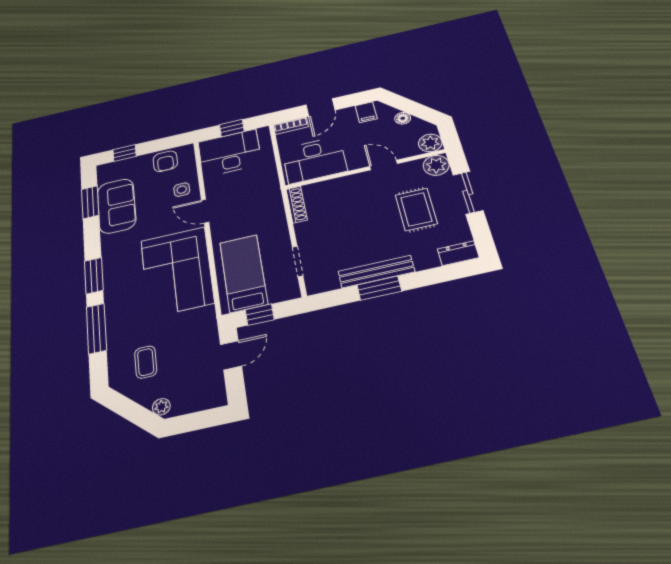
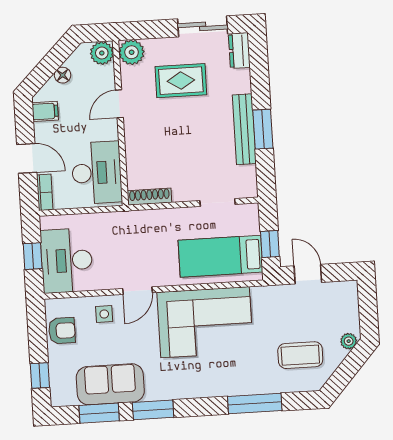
sliding door: (468, 193) -> (203, 26), moved
window: (94, 276) -> (153, 410), moved
coffee table: (146, 362) -> (300, 355), width x1.36, depth x1.30

